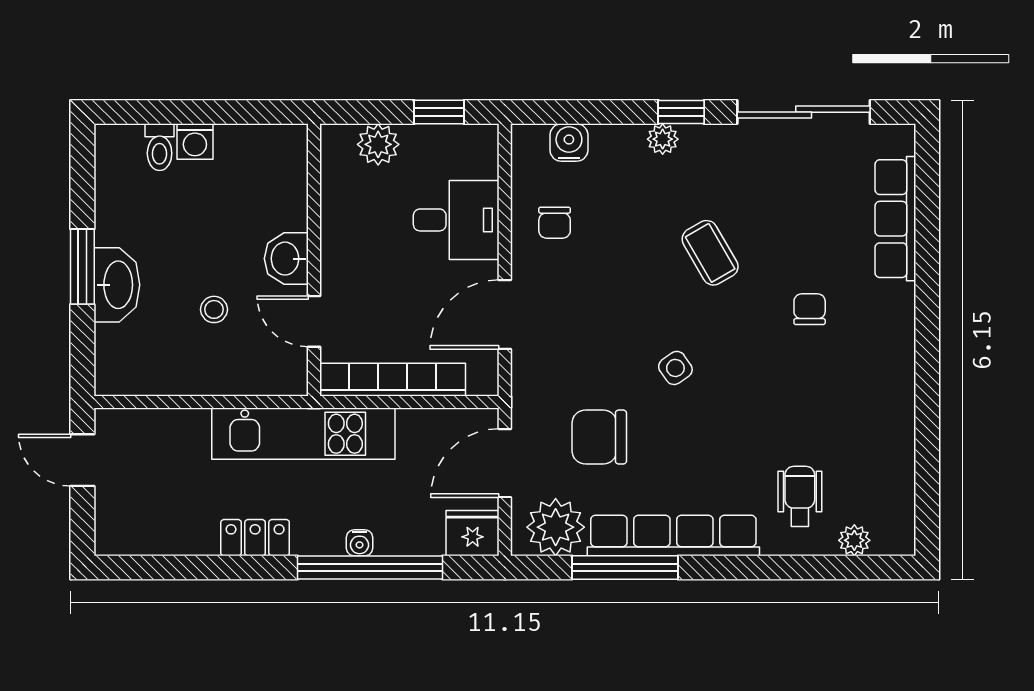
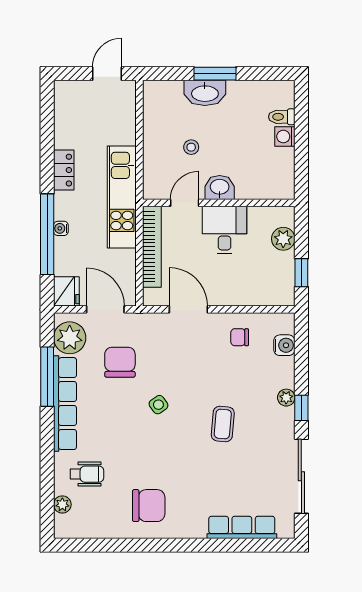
desk: (456, 220) -> (225, 230), moved, turned 180
coffee table: (710, 253) -> (223, 424), turned -55
chair: (810, 309) -> (149, 506), moved, width x1.87, depth x1.87

